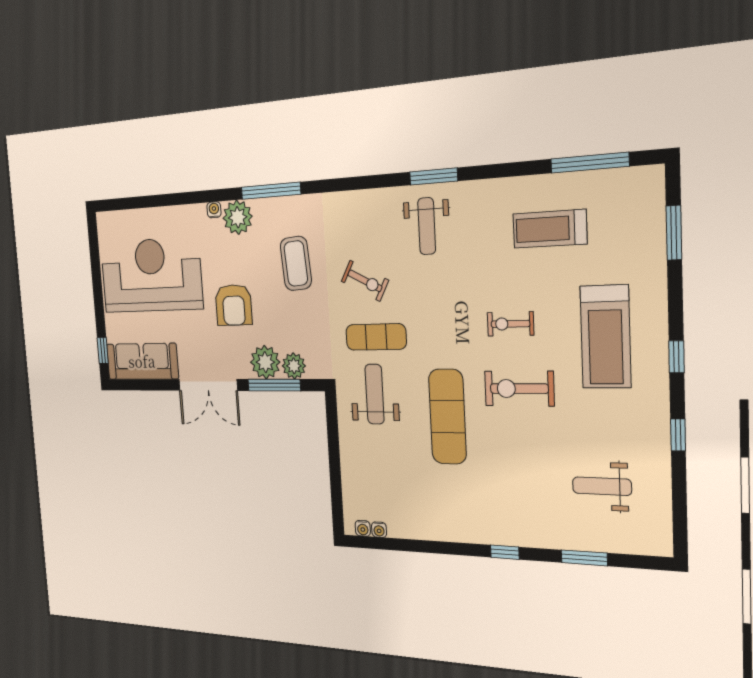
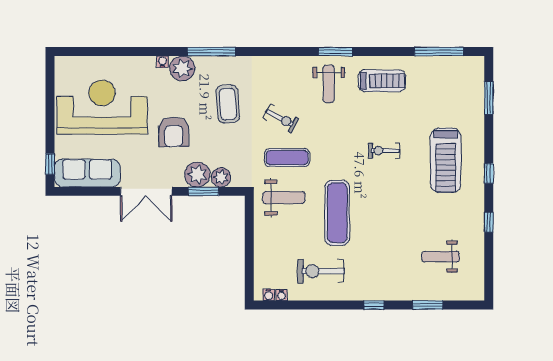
treadmill: (550, 229) -> (382, 81), moved, turned 180
window: (274, 385) -> (204, 191), width x0.69
exercise bike: (519, 389) -> (321, 271), moved
weight bench: (375, 394) -> (284, 198), turned 90

